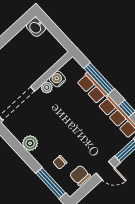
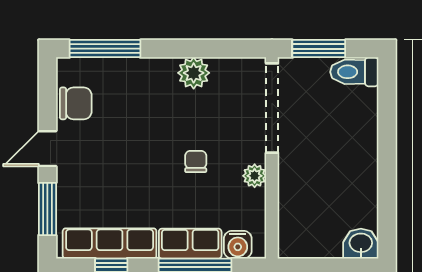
water cooler: (57, 79) -> (238, 245), moved, turned 90
chair: (60, 162) -> (196, 162), moved

